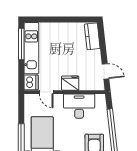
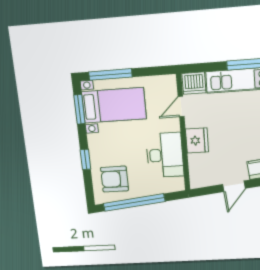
door: (106, 71) -> (234, 186), moved

